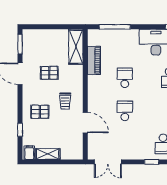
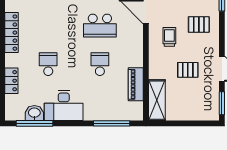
school desk: (125, 78) -> (100, 64), turned 180
school desk: (125, 111) -> (100, 26), width x1.85

